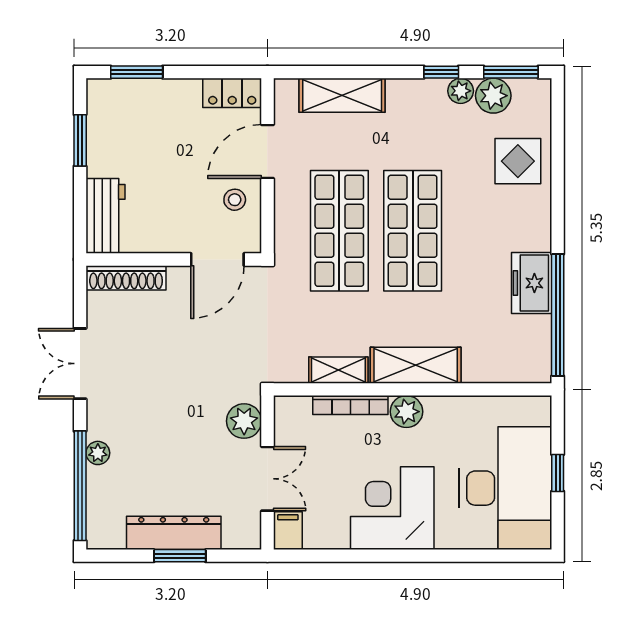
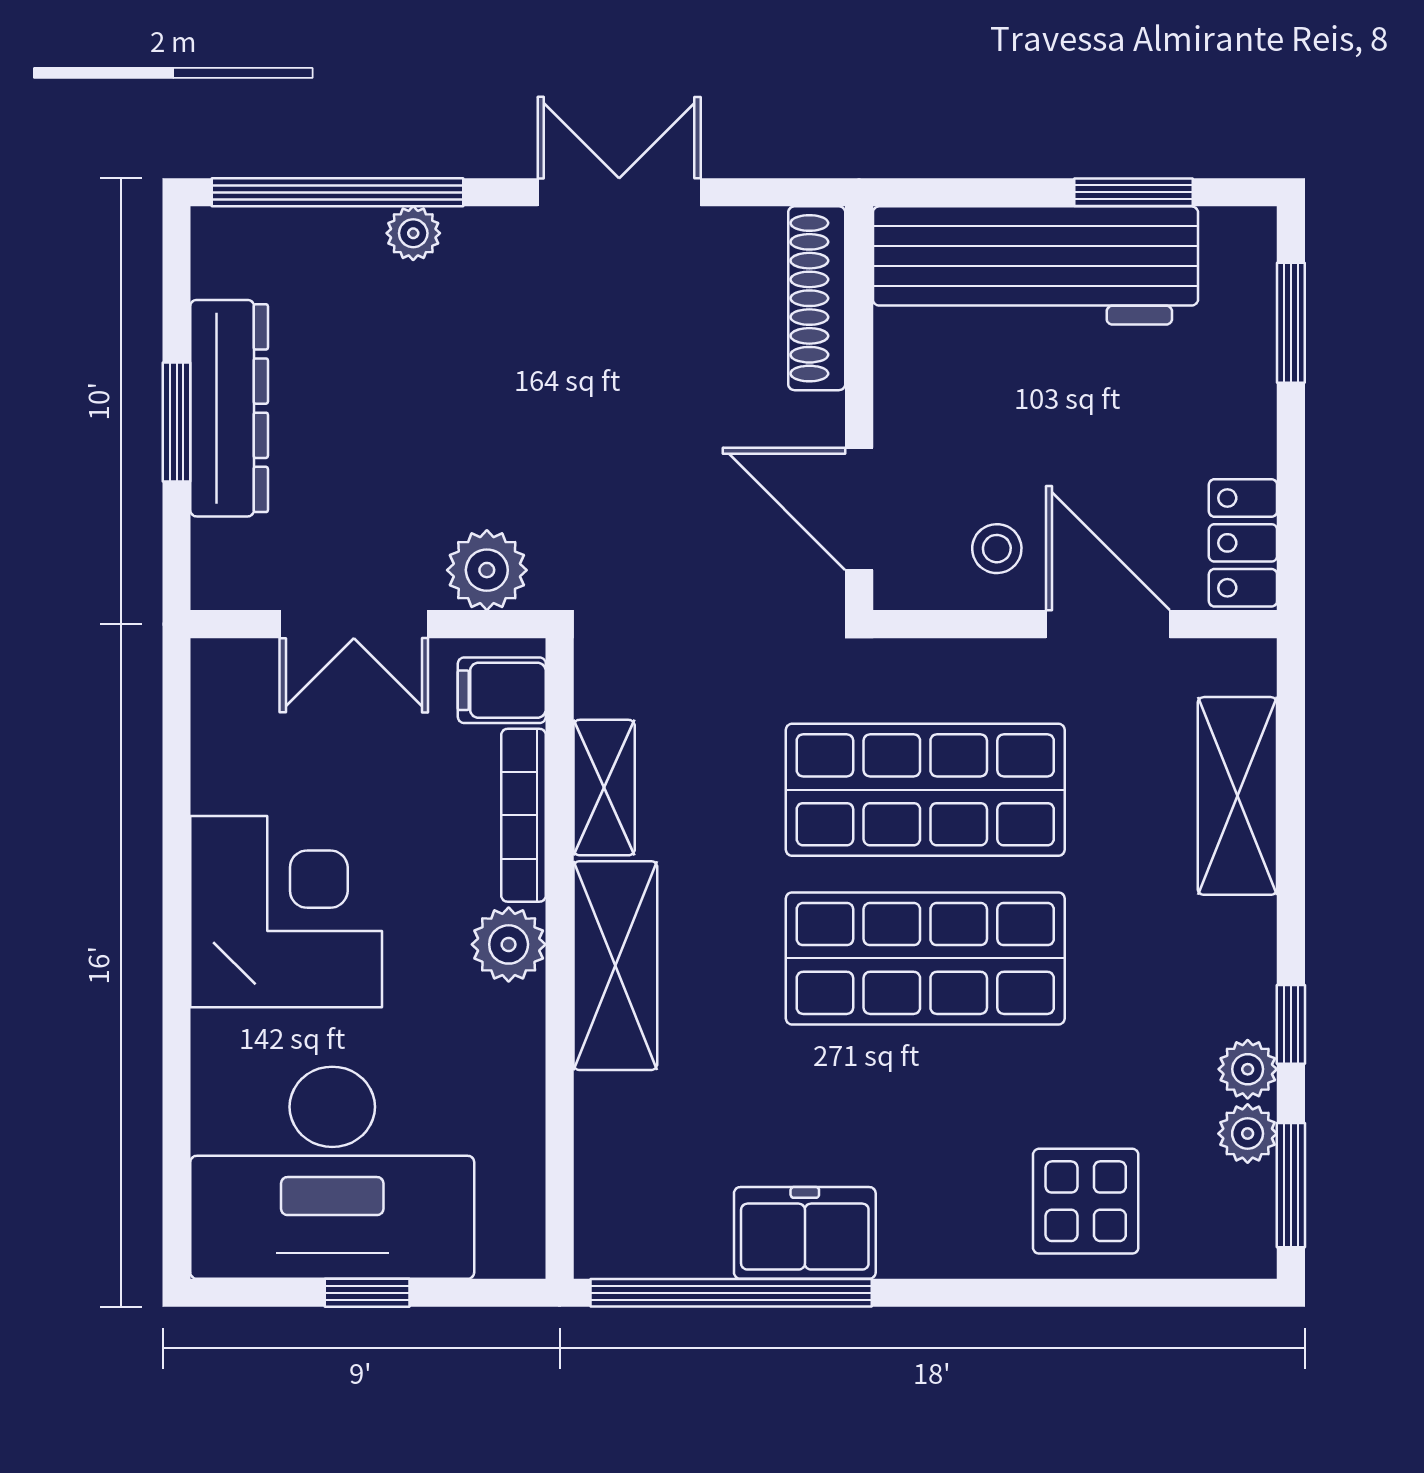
plant: (493, 96) -> (1248, 1134), width x0.73, depth x0.73
workbench: (106, 216) -> (1035, 265), width x1.88, depth x1.32
filing cabinet: (288, 531) -> (502, 690), moved, turned 180

